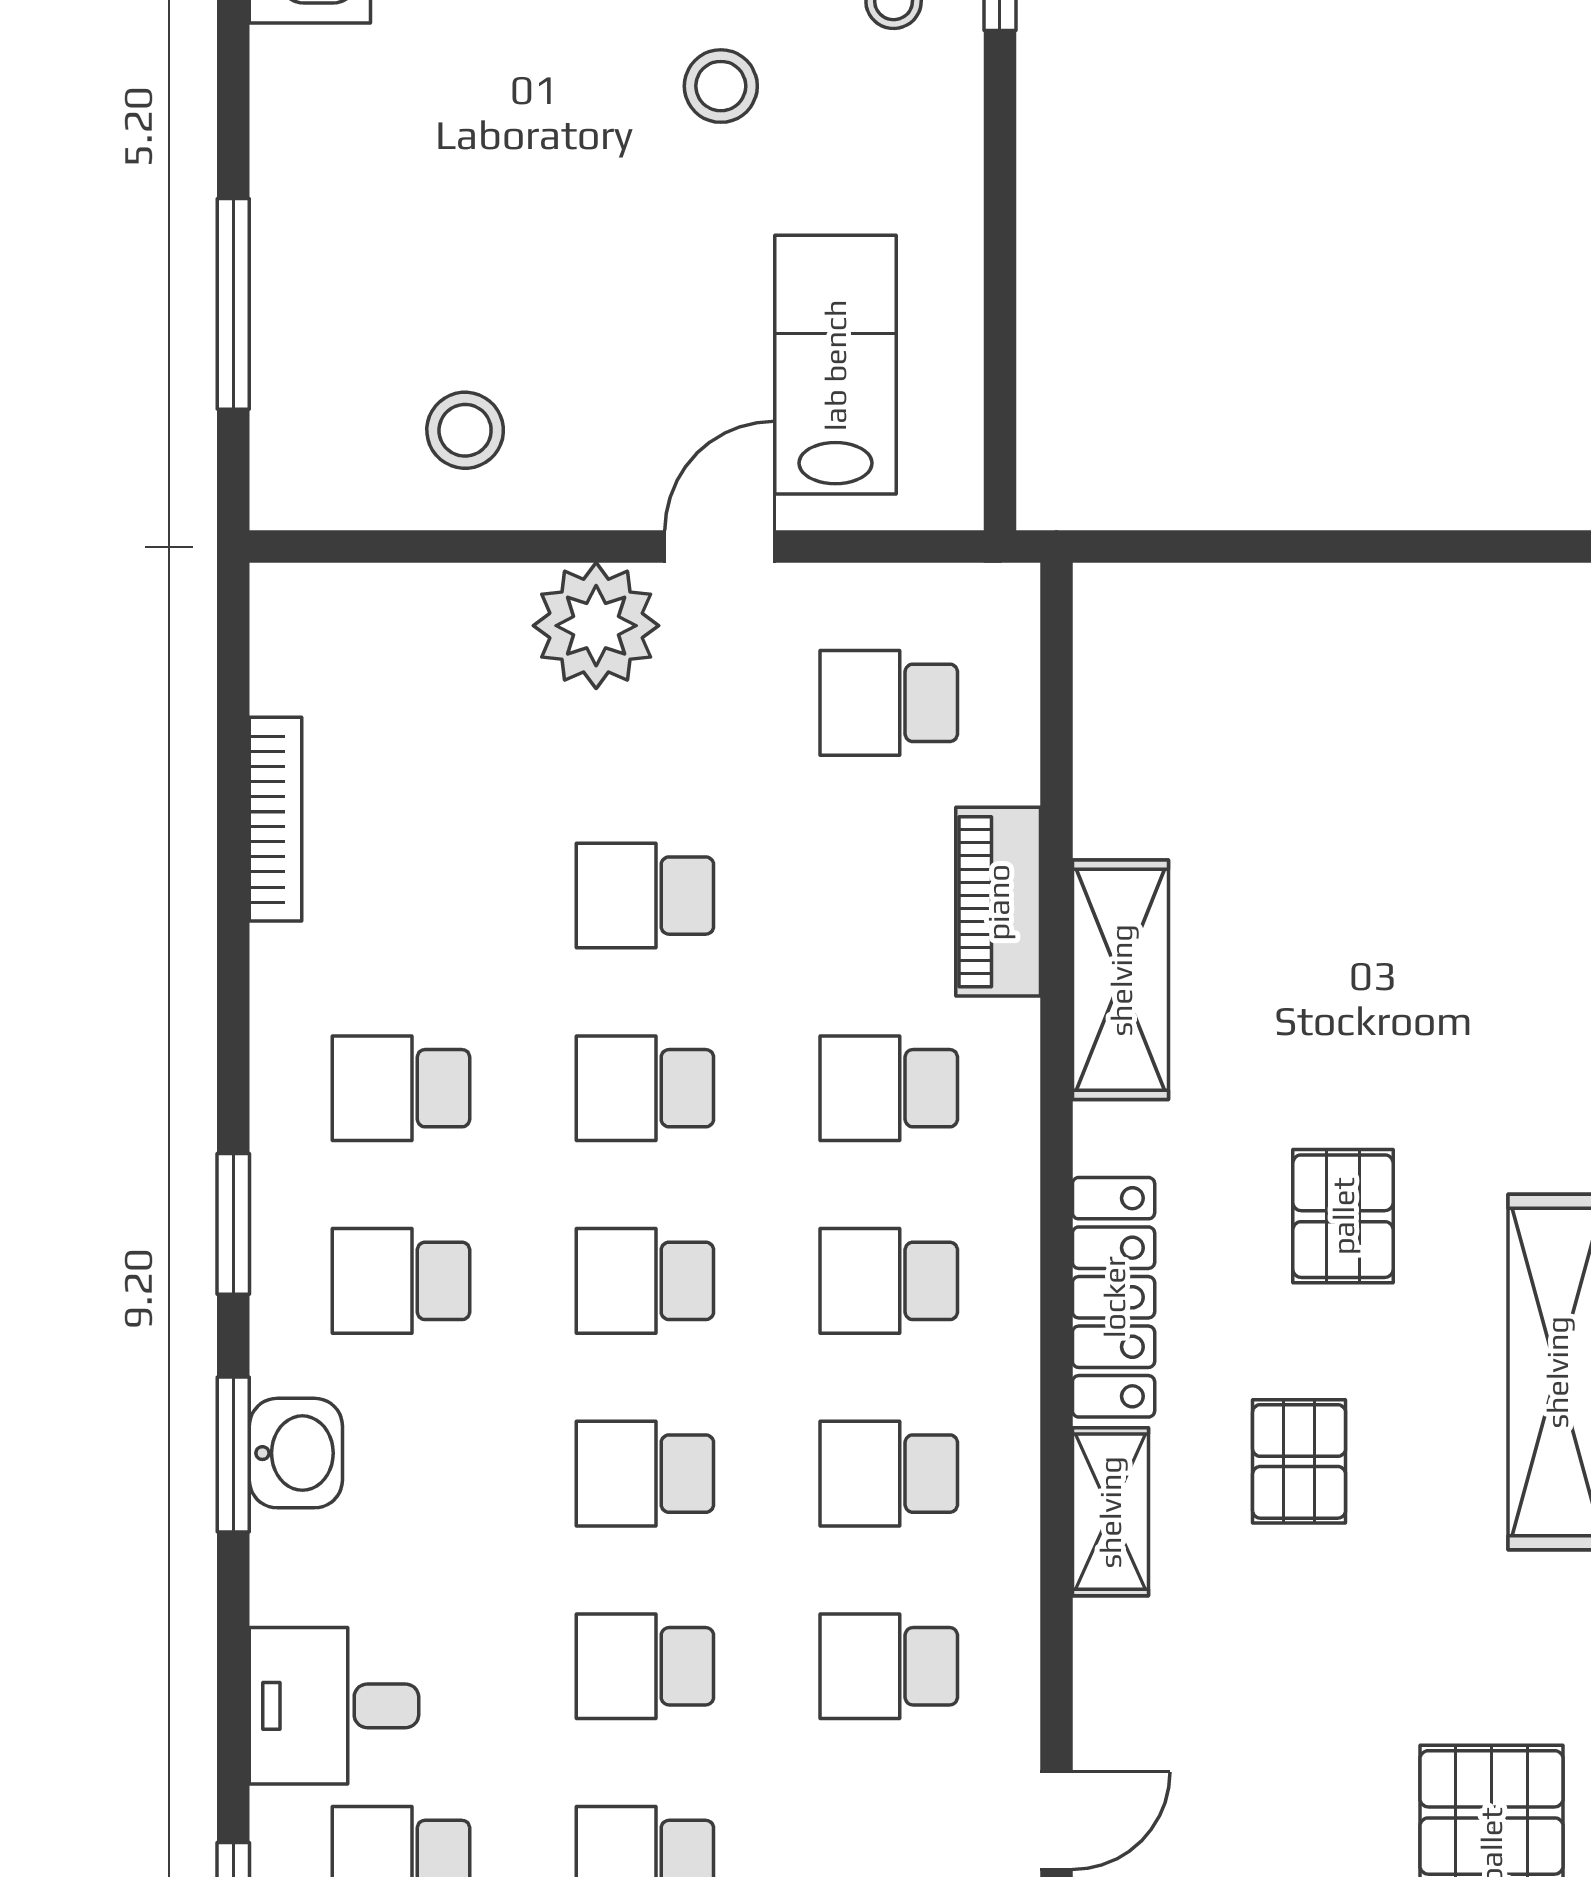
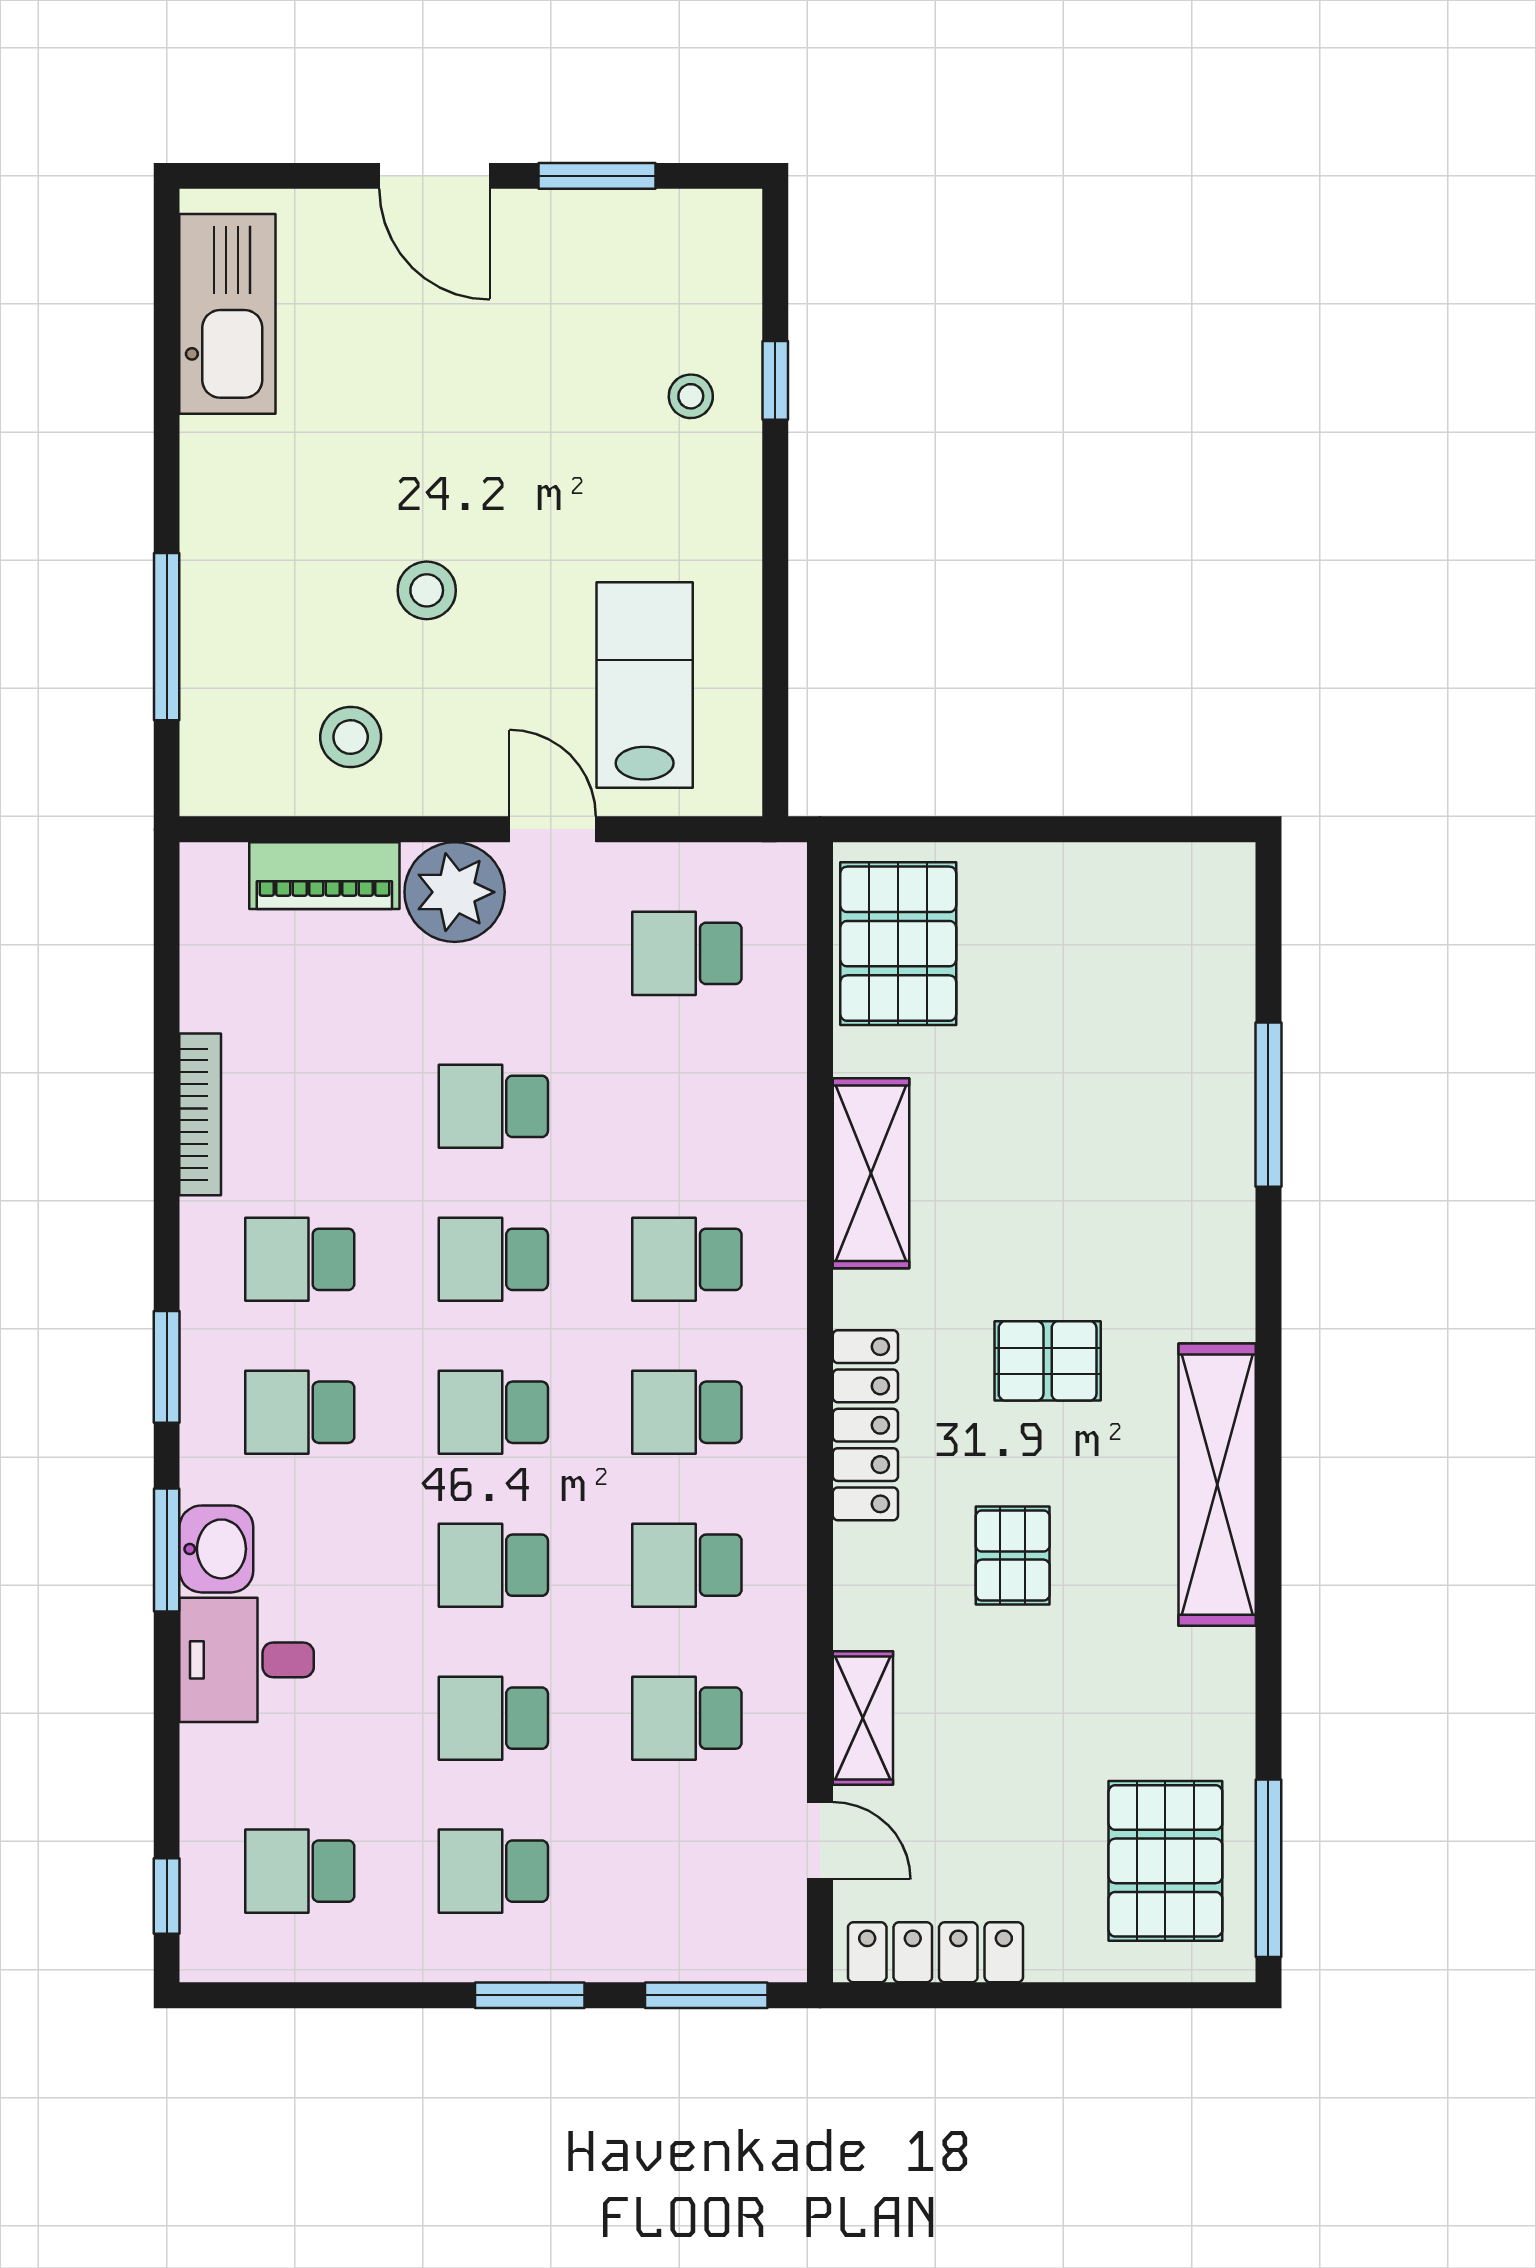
stool: (721, 86) -> (427, 590), moved
door: (720, 547) -> (553, 829), hinge flipped
pallet: (1155, 691) -> (898, 944), added
bookcase: (276, 819) -> (200, 1114), moved
piano: (998, 902) -> (324, 876), moved, turned -90
pallet: (1343, 1216) -> (1048, 1361), turned 90
shelving: (1110, 1512) -> (863, 1718), moved
desk: (334, 1706) -> (247, 1660), moved
door: (1056, 1821) -> (820, 1841), hinge flipped

